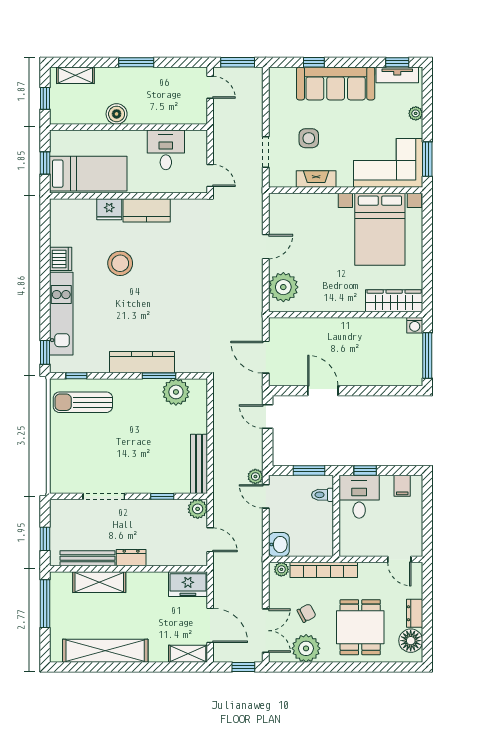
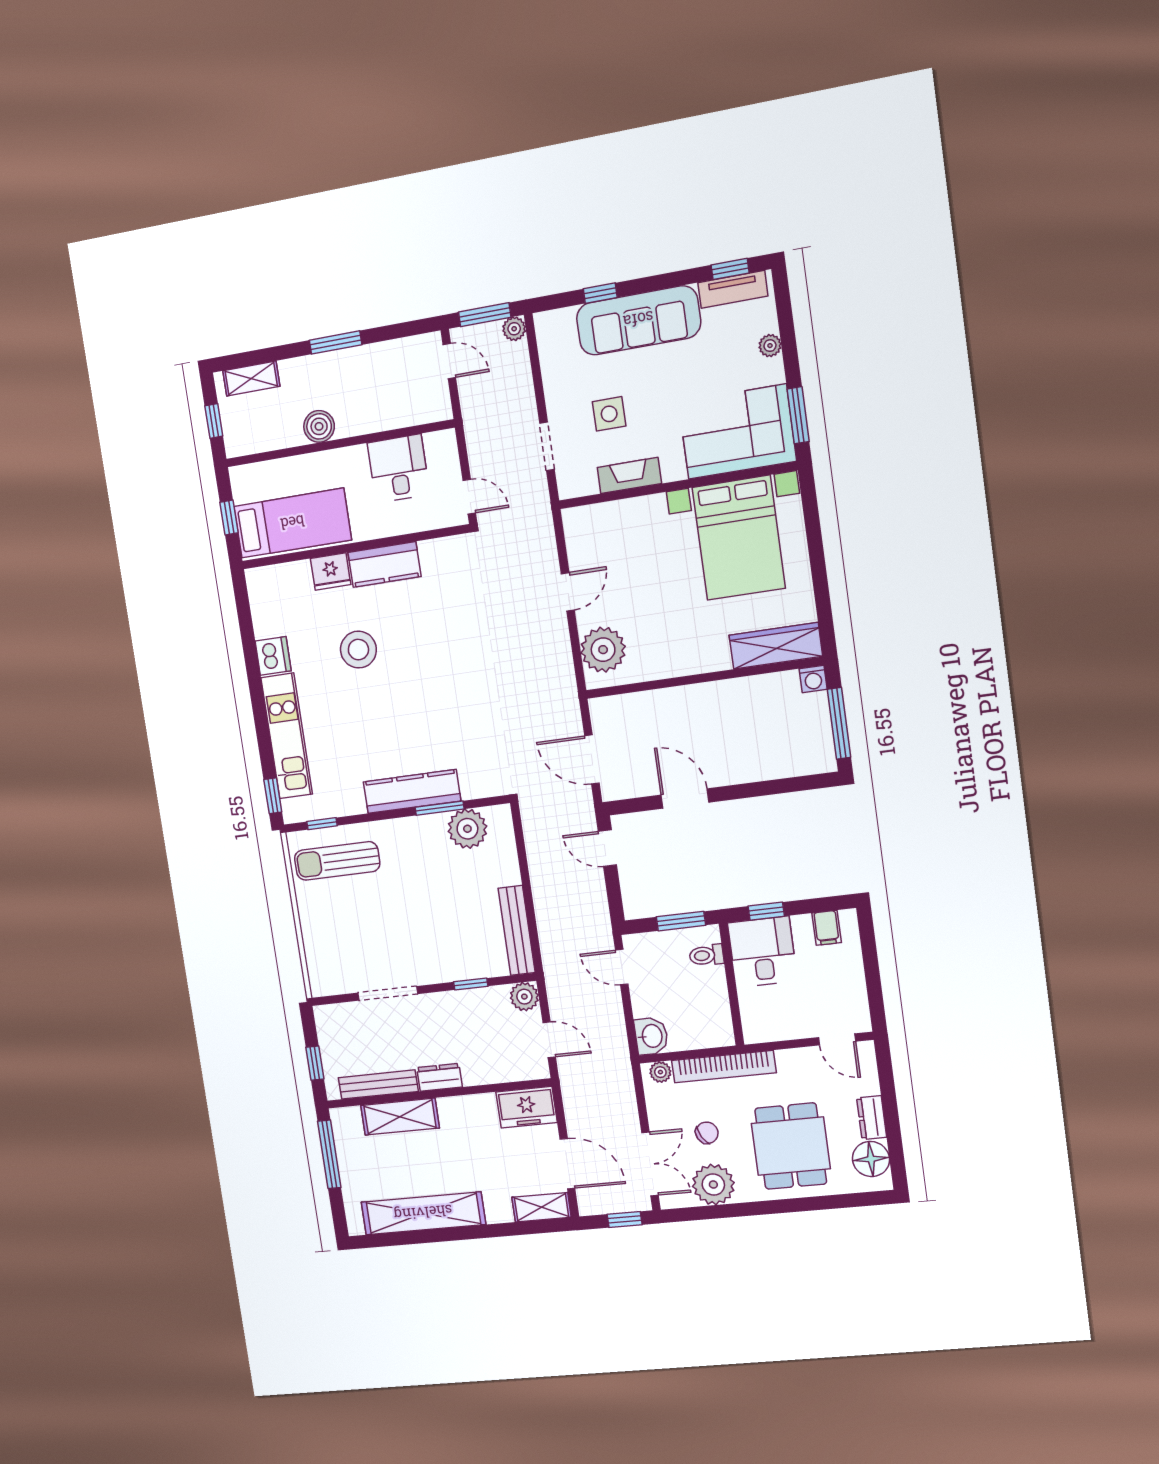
plant: (255, 476) -> (514, 329), moved

